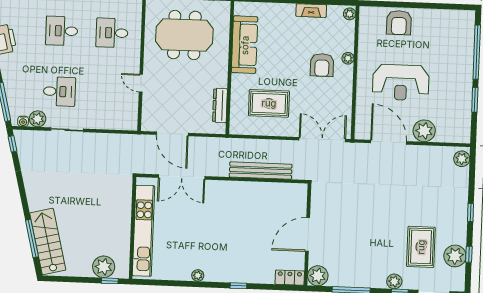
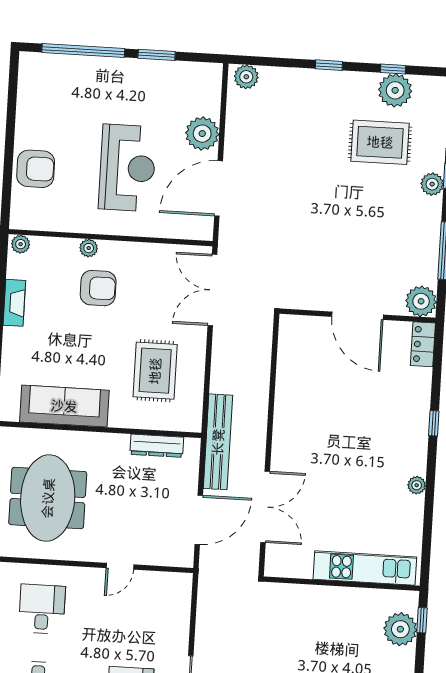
desk: (112, 33) -> (42, 609), turned 180
bench: (261, 171) -> (218, 442), moved
kitchen unit: (143, 231) -> (365, 568), width x0.73

